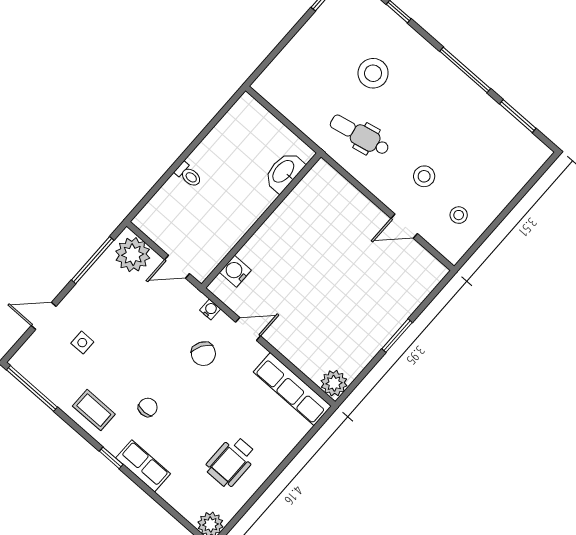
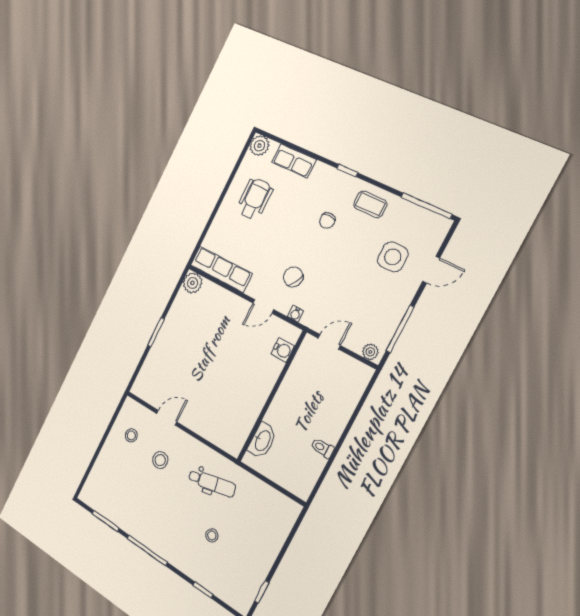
stool: (373, 73) -> (212, 535), width x0.53, depth x0.53
toilet: (188, 175) -> (322, 448), moved
plant: (133, 255) -> (370, 352), width x0.53, depth x0.53
side table: (82, 343) -> (393, 257), width x1.87, depth x1.87
row of seats: (143, 466) -> (294, 161), moved

